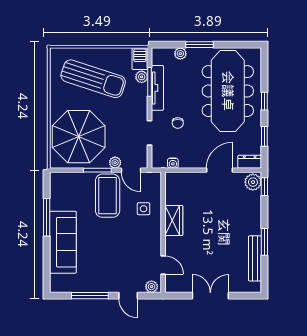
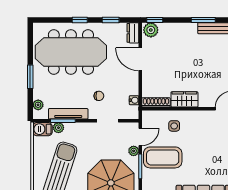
plant: (180, 54) -> (38, 105), moved
shoe rack: (170, 188) -> (156, 102), added

